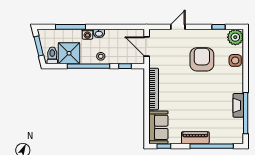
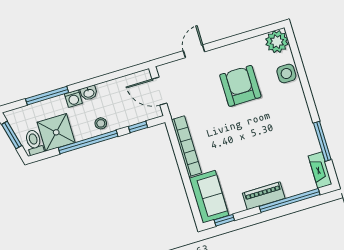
window: (219, 27) -> (250, 34), removed
fireplace: (238, 105) -> (320, 170), moved
window: (246, 113) -> (322, 141), width x0.68

